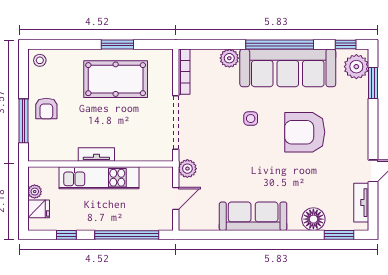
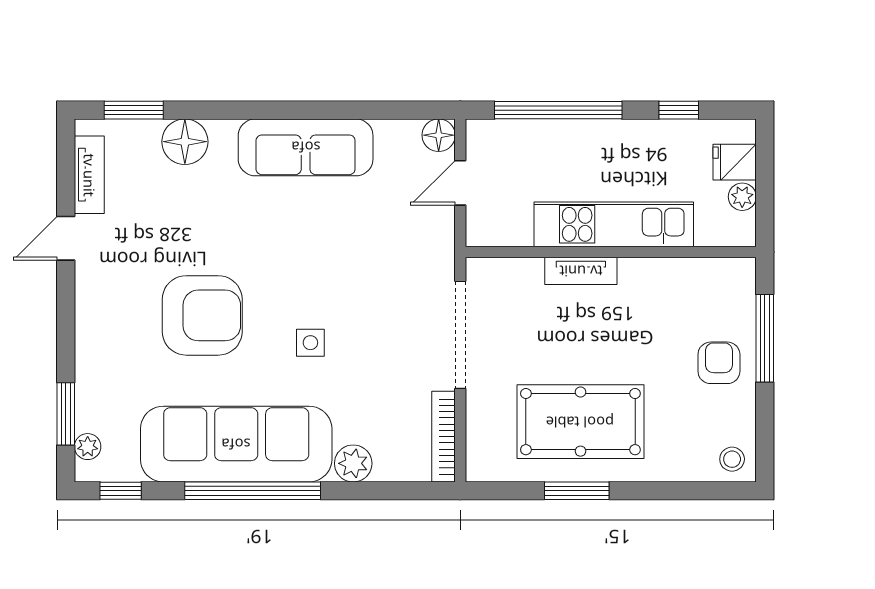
plant: (356, 67) -> (88, 447), width x0.53, depth x0.53
tv unit: (96, 154) -> (581, 271), moved
plant: (187, 169) -> (437, 243), removed
floor lamp: (187, 222) -> (439, 135), added

